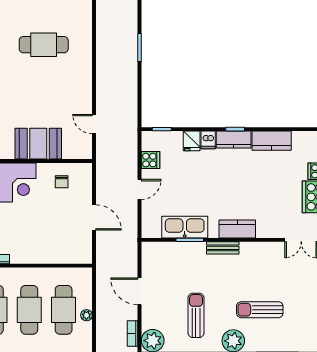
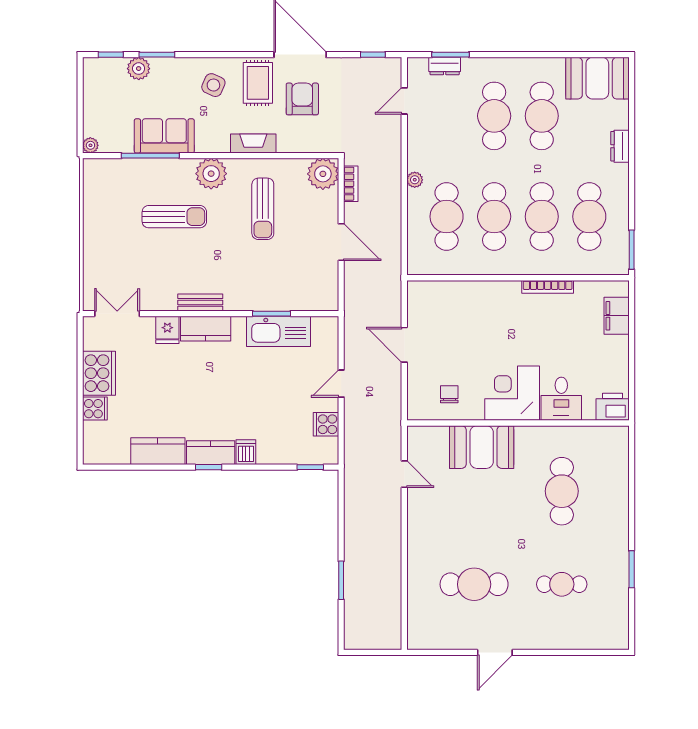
fridge: (192, 141) -> (167, 330), moved, turned 180
bench: (223, 248) -> (200, 302), moved
plant: (86, 315) -> (415, 180), moved

